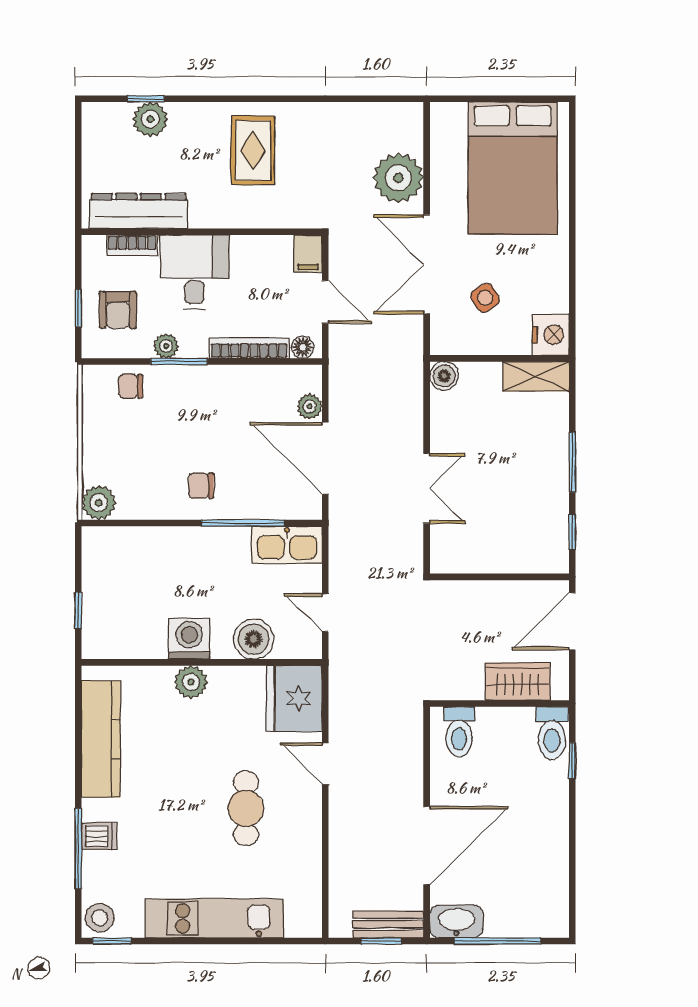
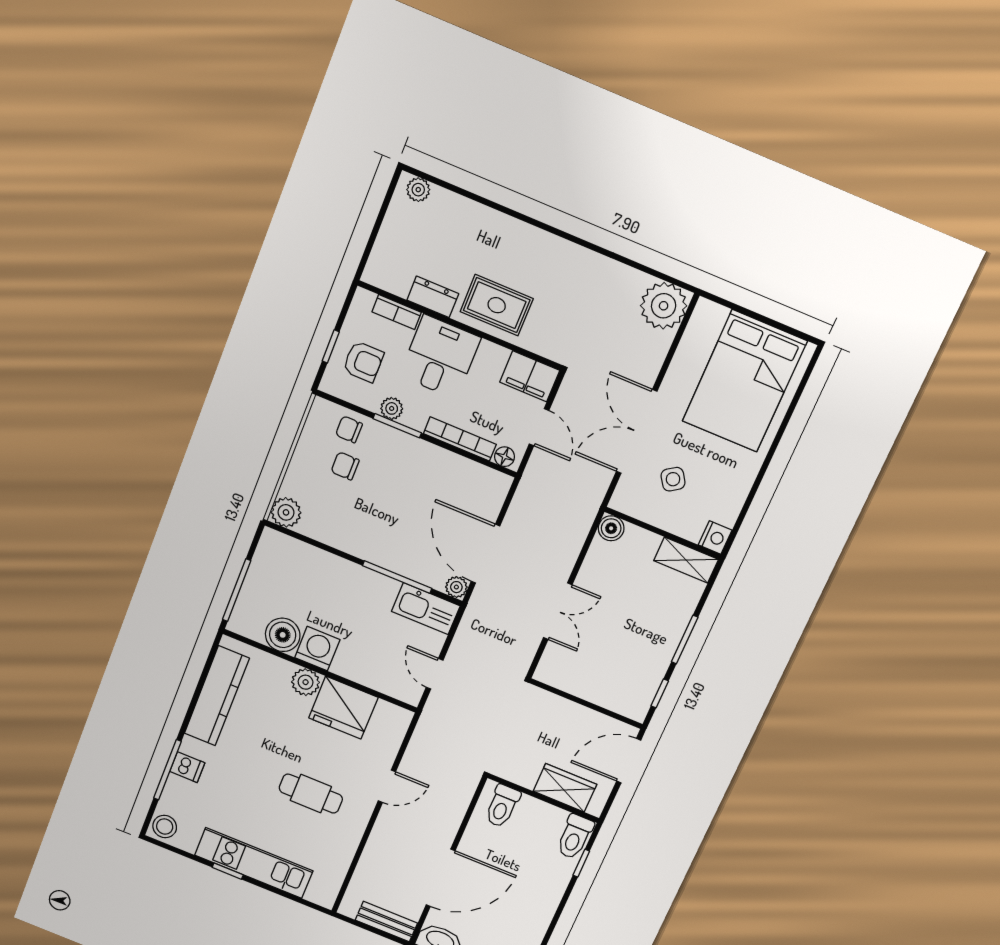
window: (146, 99) -> (458, 190), removed
plant: (150, 119) -> (418, 190), moved, width x0.73, depth x0.73
rug: (253, 150) -> (497, 305), moved, turned 90
plant: (398, 178) -> (664, 306), moved
dresser: (139, 211) -> (433, 297), width x0.51, depth x0.80
filing cabinet: (308, 254) -> (530, 376), width x2.00
armchair: (118, 310) -> (363, 362), turned -90
nightstand: (551, 335) -> (715, 537), width x0.74, depth x0.75
plant: (310, 406) -> (456, 587), moved
chair: (201, 486) -> (345, 466), moved
window: (78, 610) -> (237, 590), width x2.17
boiler: (254, 639) -> (283, 635), moved
fridge: (294, 698) -> (343, 708), moved, turned -90
door: (325, 764) -> (387, 786), swing flipped
cafe table: (246, 808) -> (311, 794), turned 90
window: (112, 941) -> (228, 871), moved
window: (381, 941) -> (376, 931), removed

